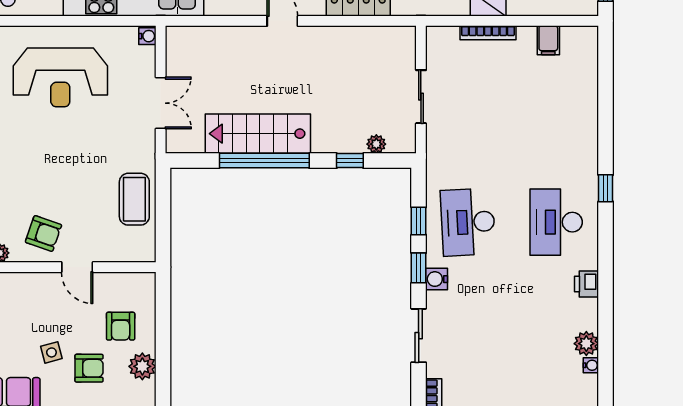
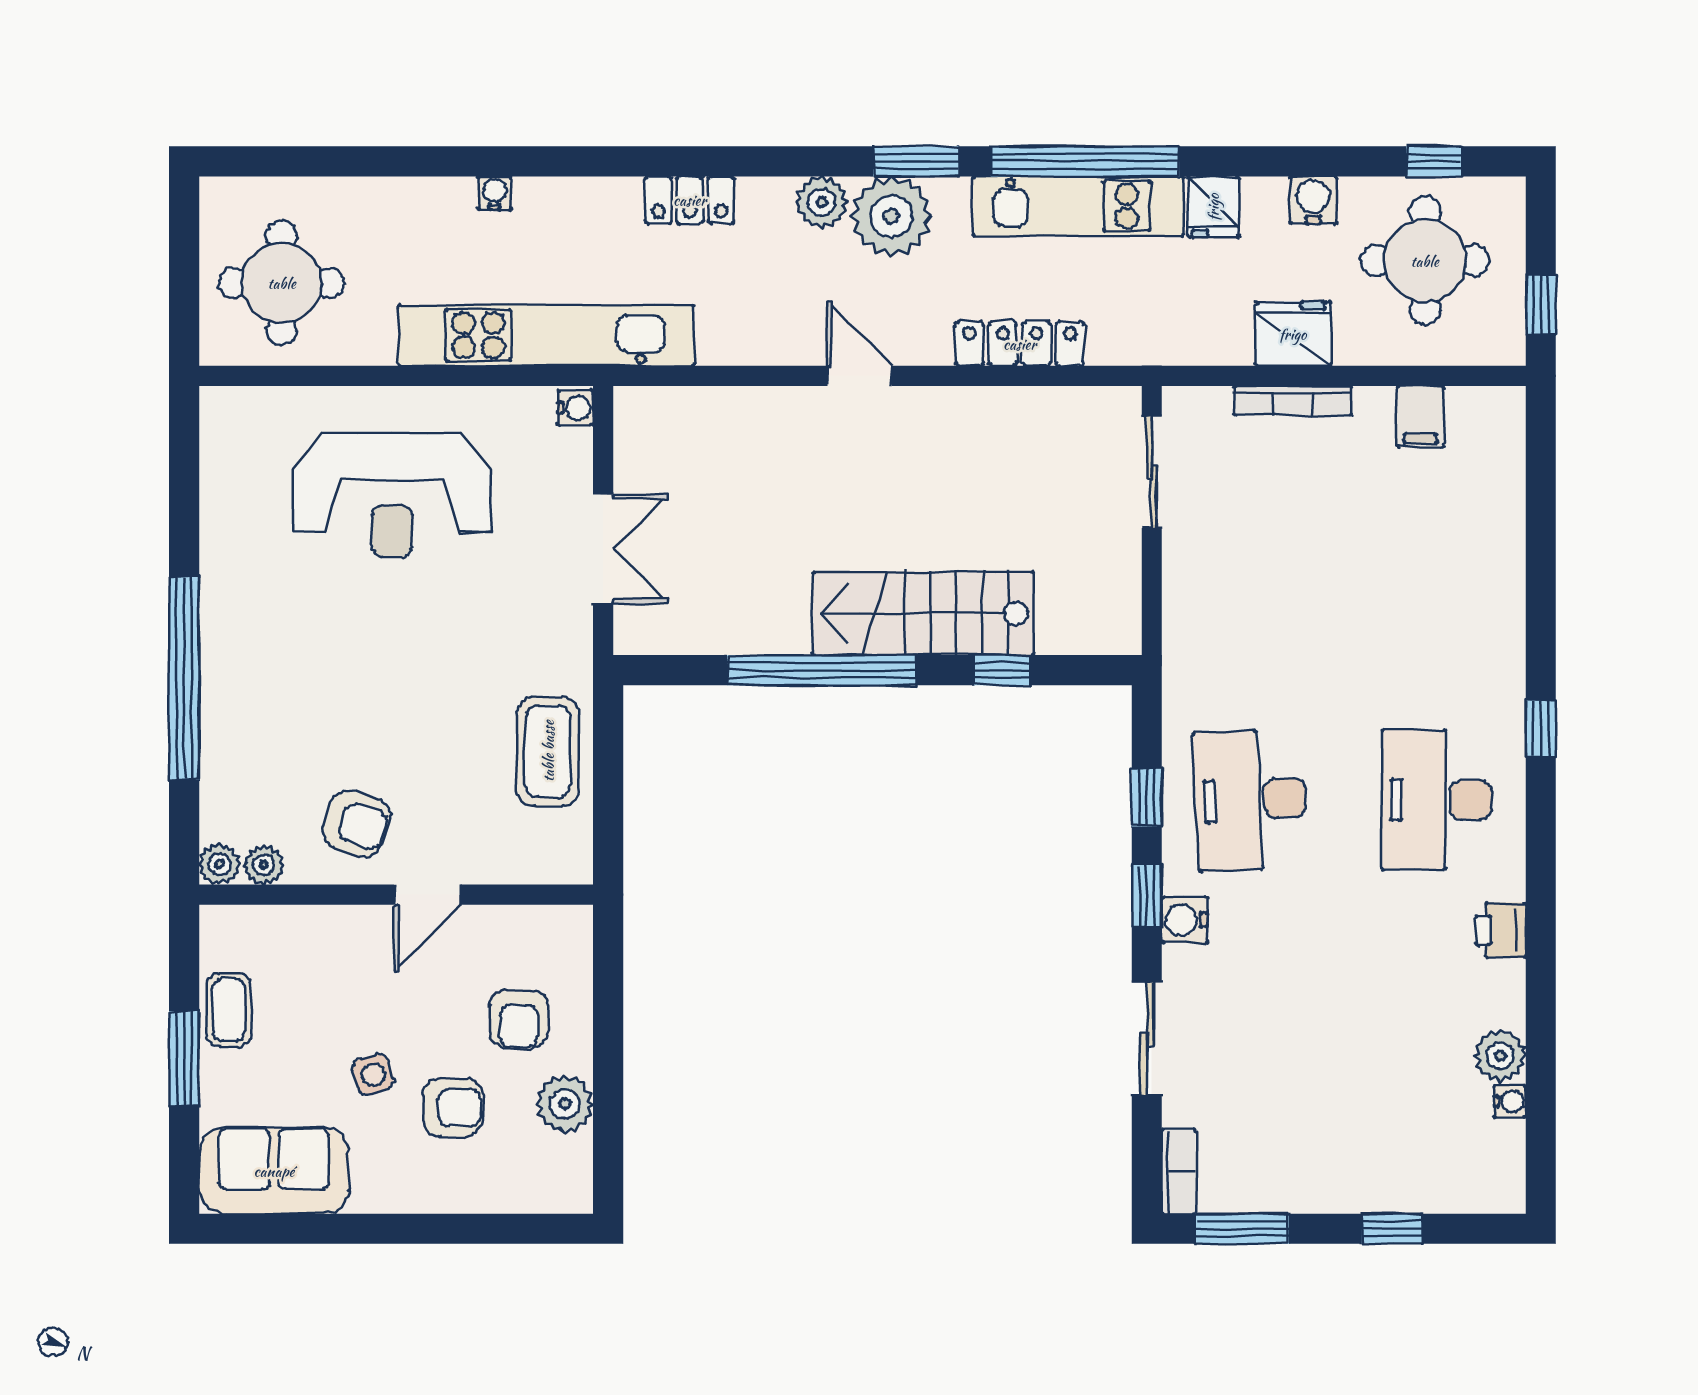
sliding door: (421, 97) -> (1152, 472), moved
stairs: (258, 134) -> (923, 613), moved
plant: (376, 144) -> (1058, 635), removed
door: (77, 267) -> (427, 895), hinge flipped

